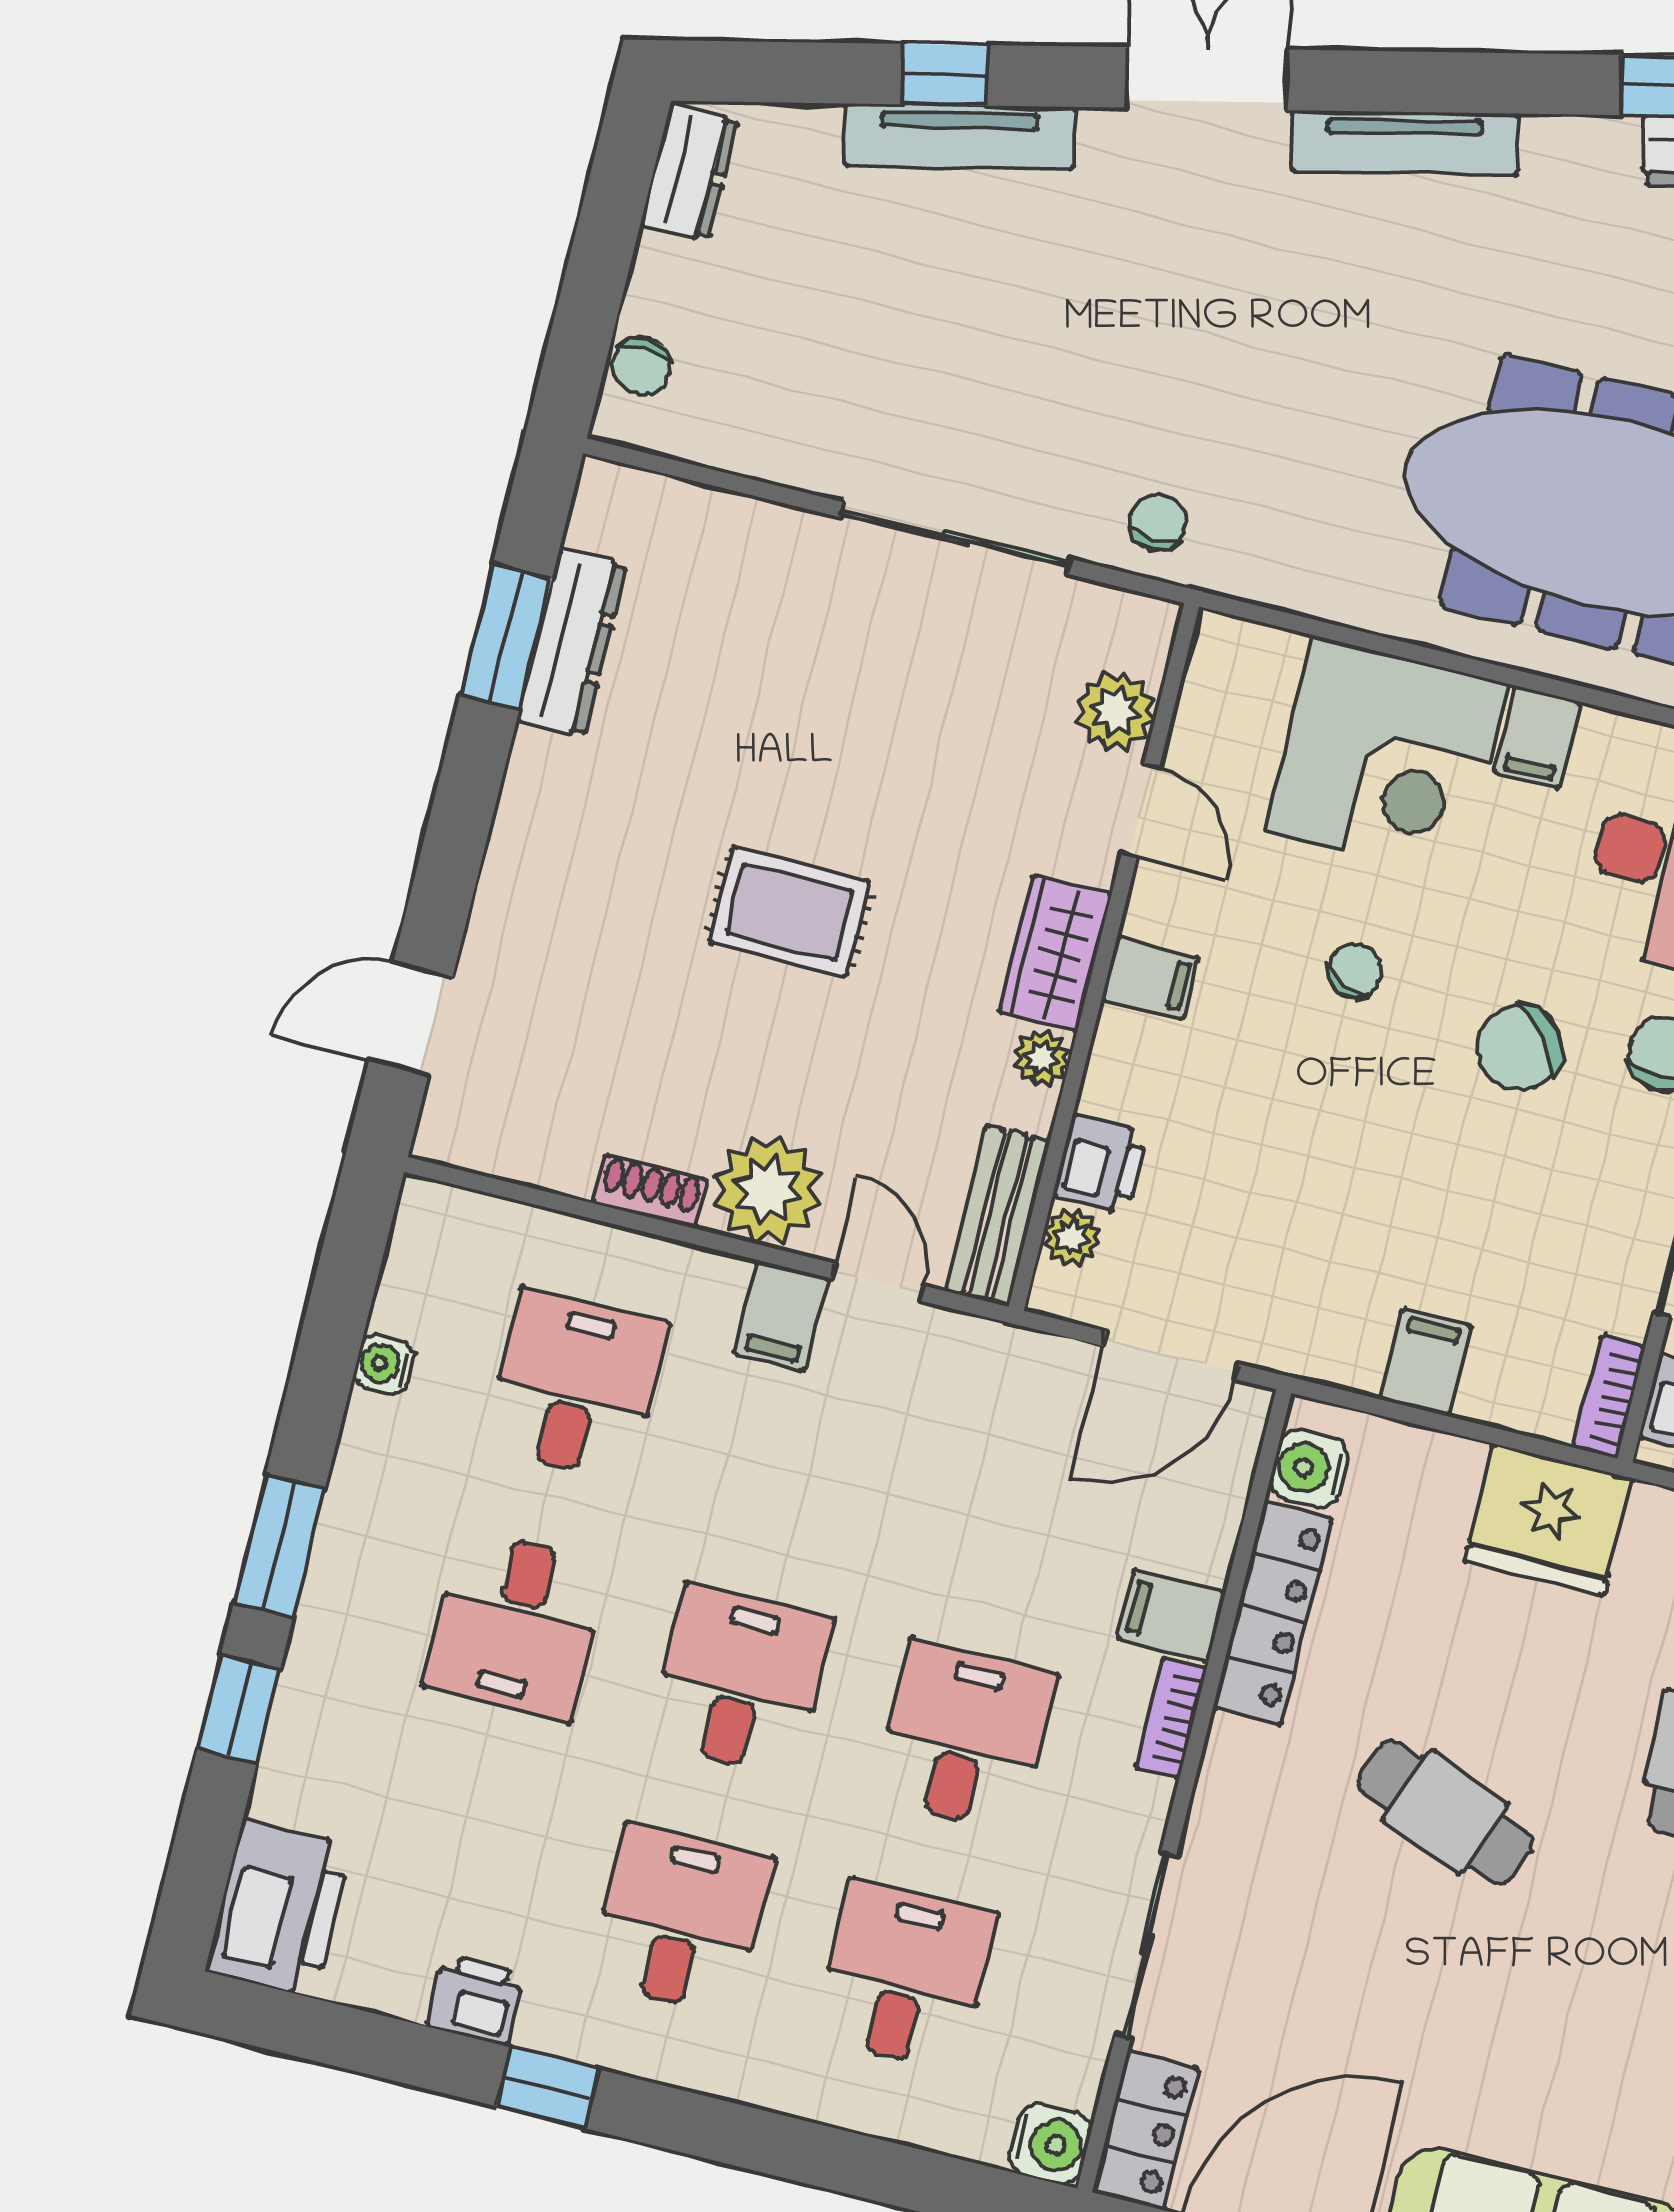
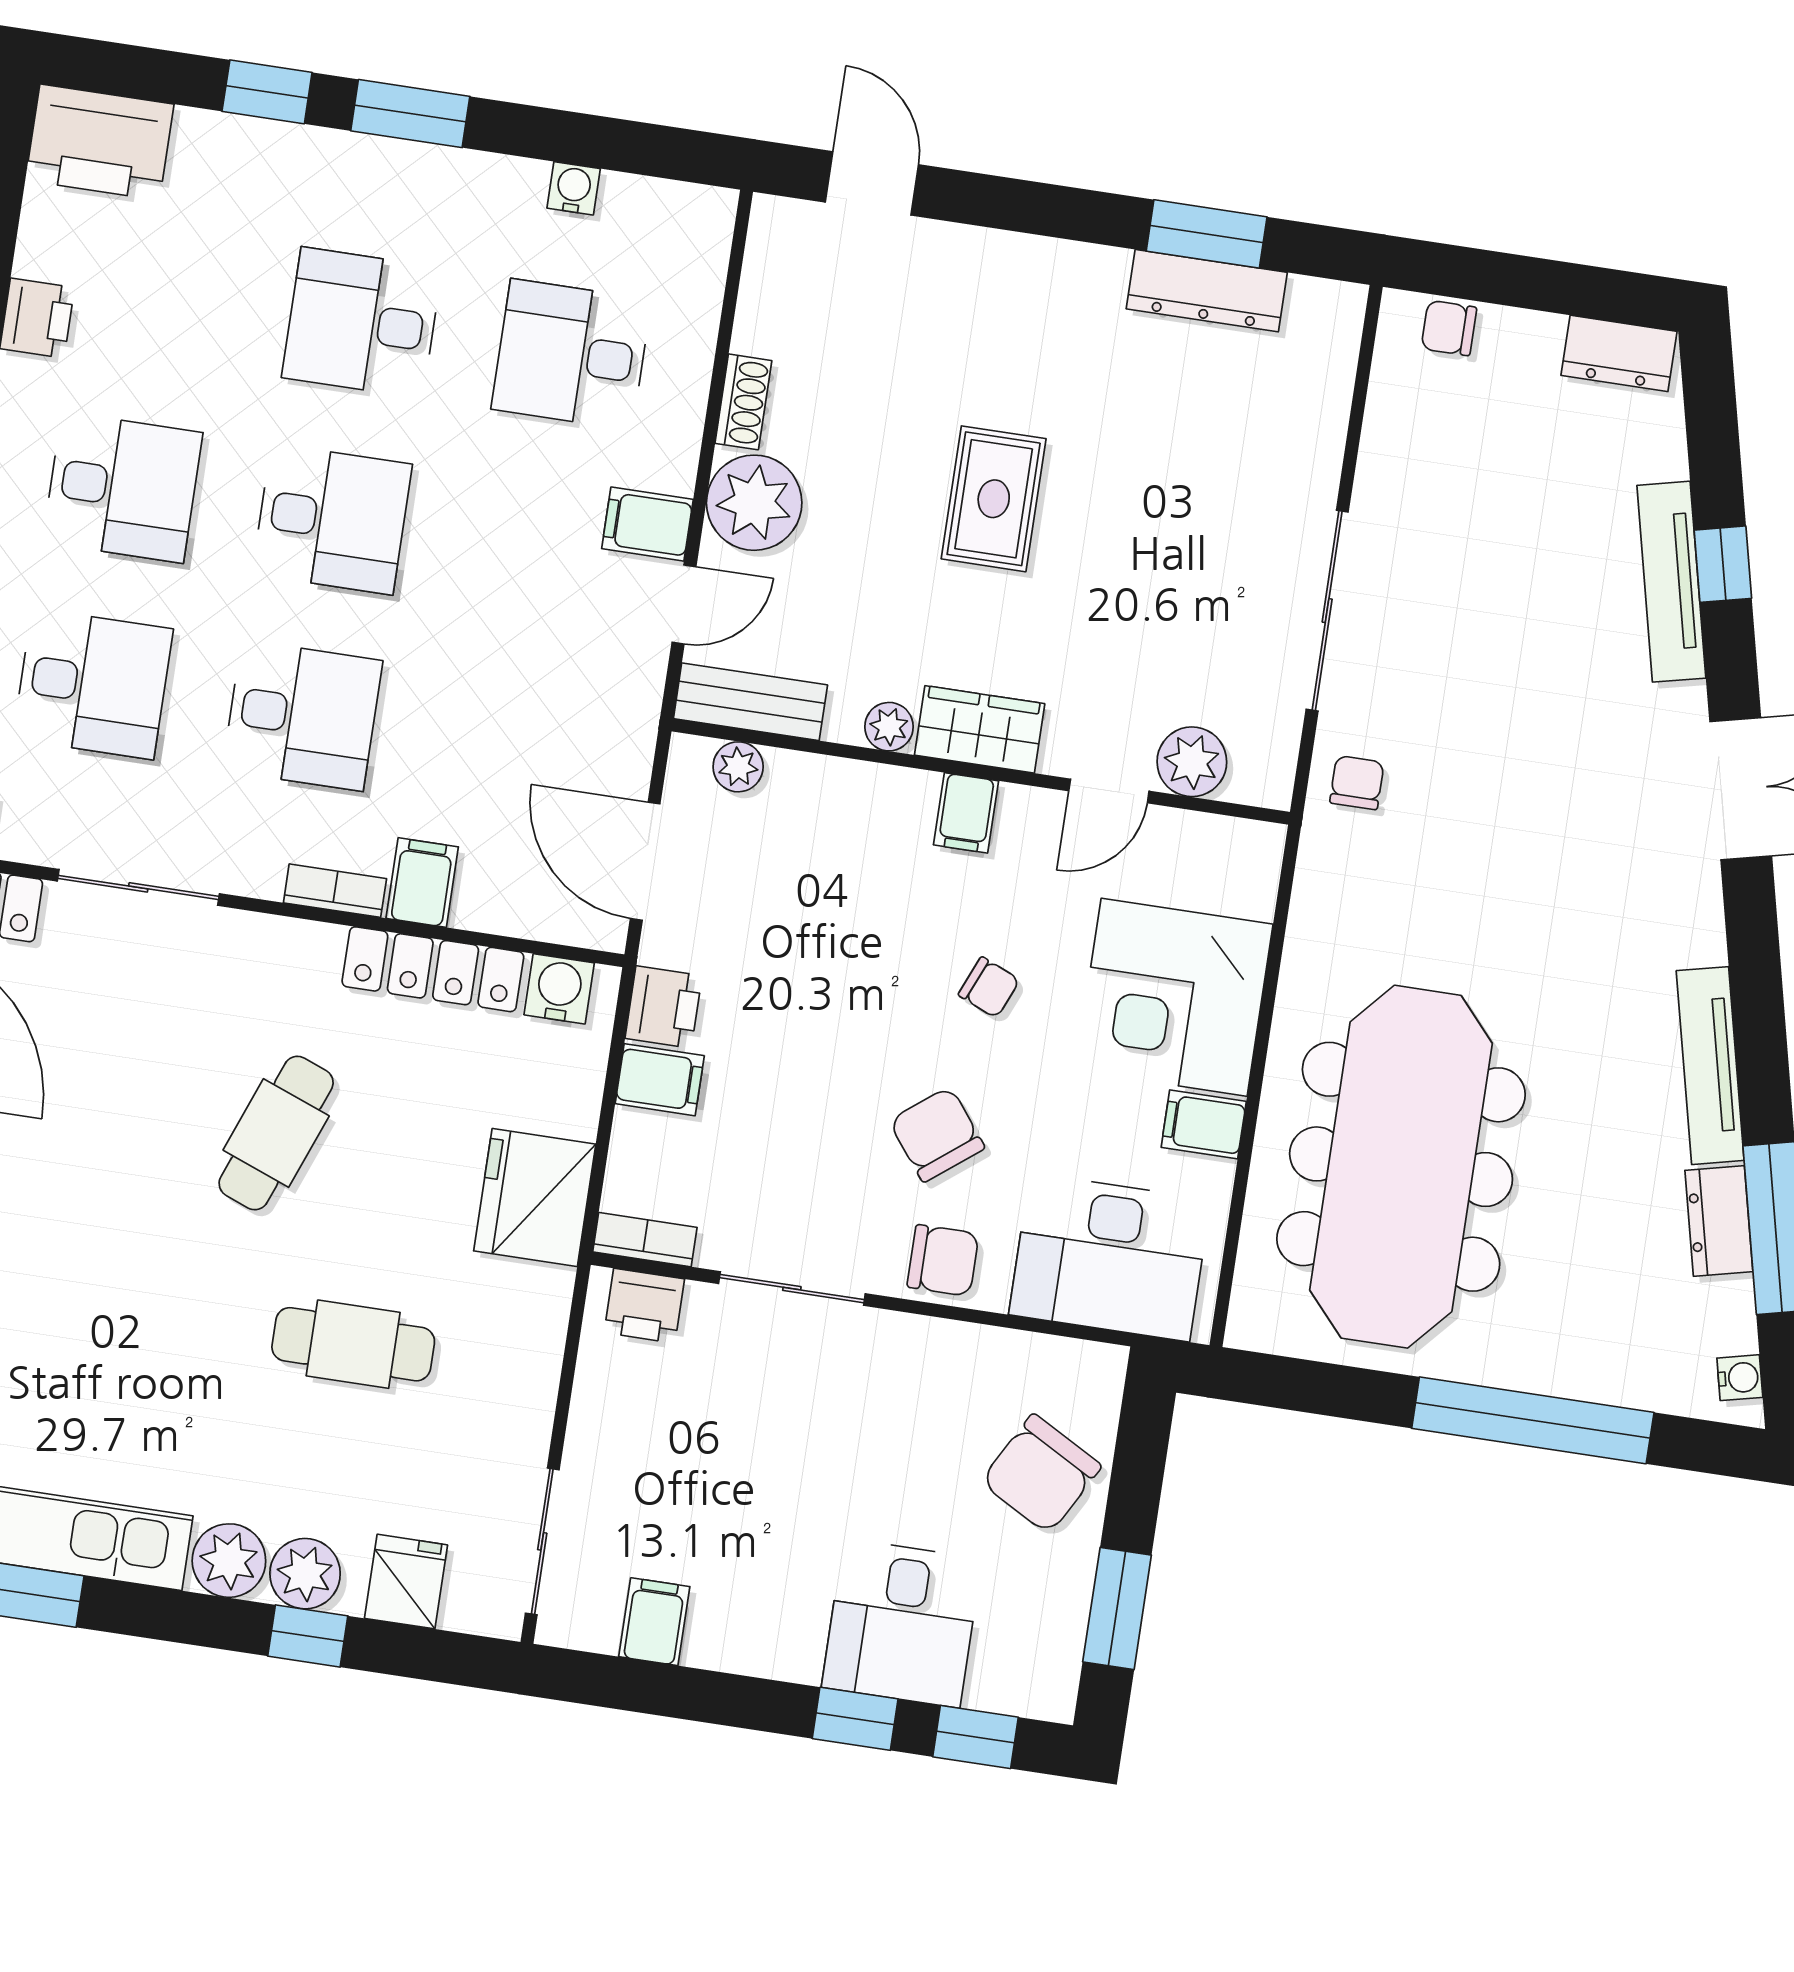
tv unit: (1405, 143) -> (1710, 1066), moved
chair: (1158, 523) -> (1357, 783), turned -90
printer: (1100, 1164) -> (664, 1007), moved, turned -90
desk: (576, 1385) -> (571, 354), turned 180

